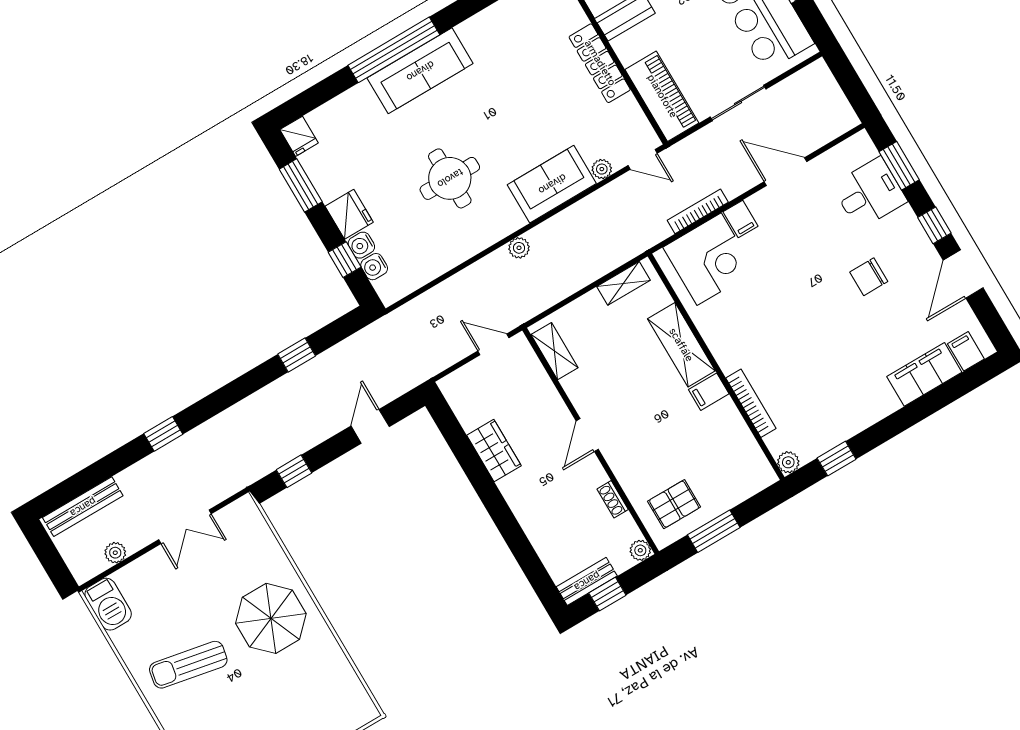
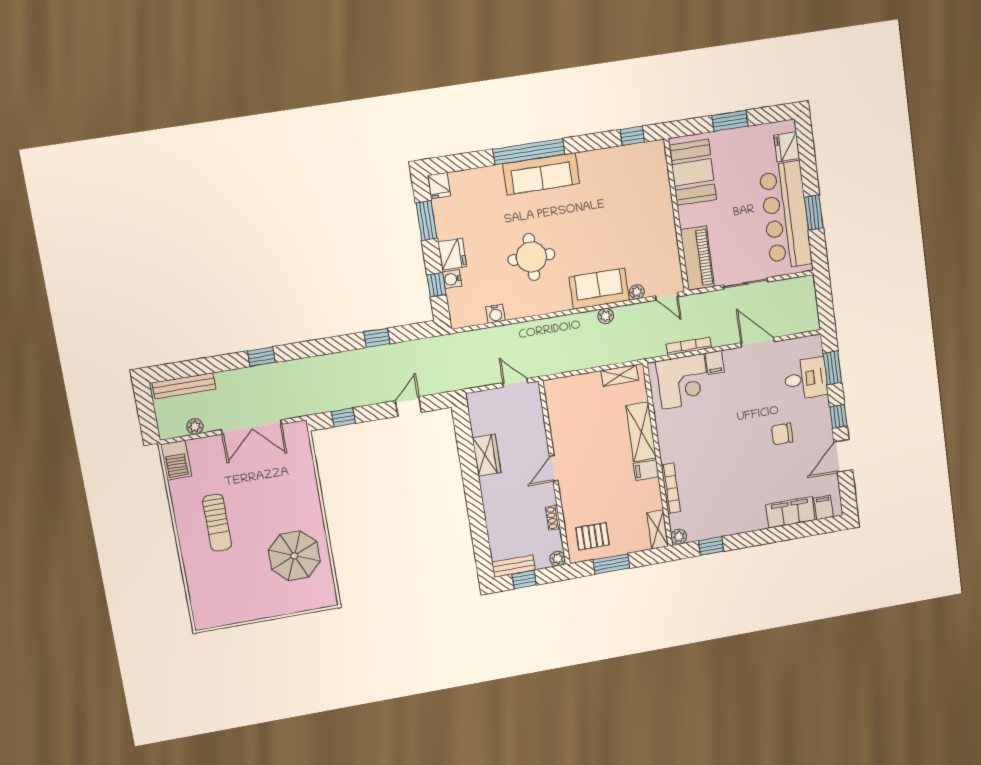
locker: (600, 63) -> (665, 219), removed
plant: (519, 248) -> (606, 316), moved
water cooler: (374, 267) -> (496, 314), moved, turned -90
shelving: (554, 351) -> (658, 529), moved
double door: (185, 527) -> (252, 427), width x1.37
parasol: (271, 618) -> (294, 556), moved
sun lounger: (188, 665) -> (217, 523), turned -101

